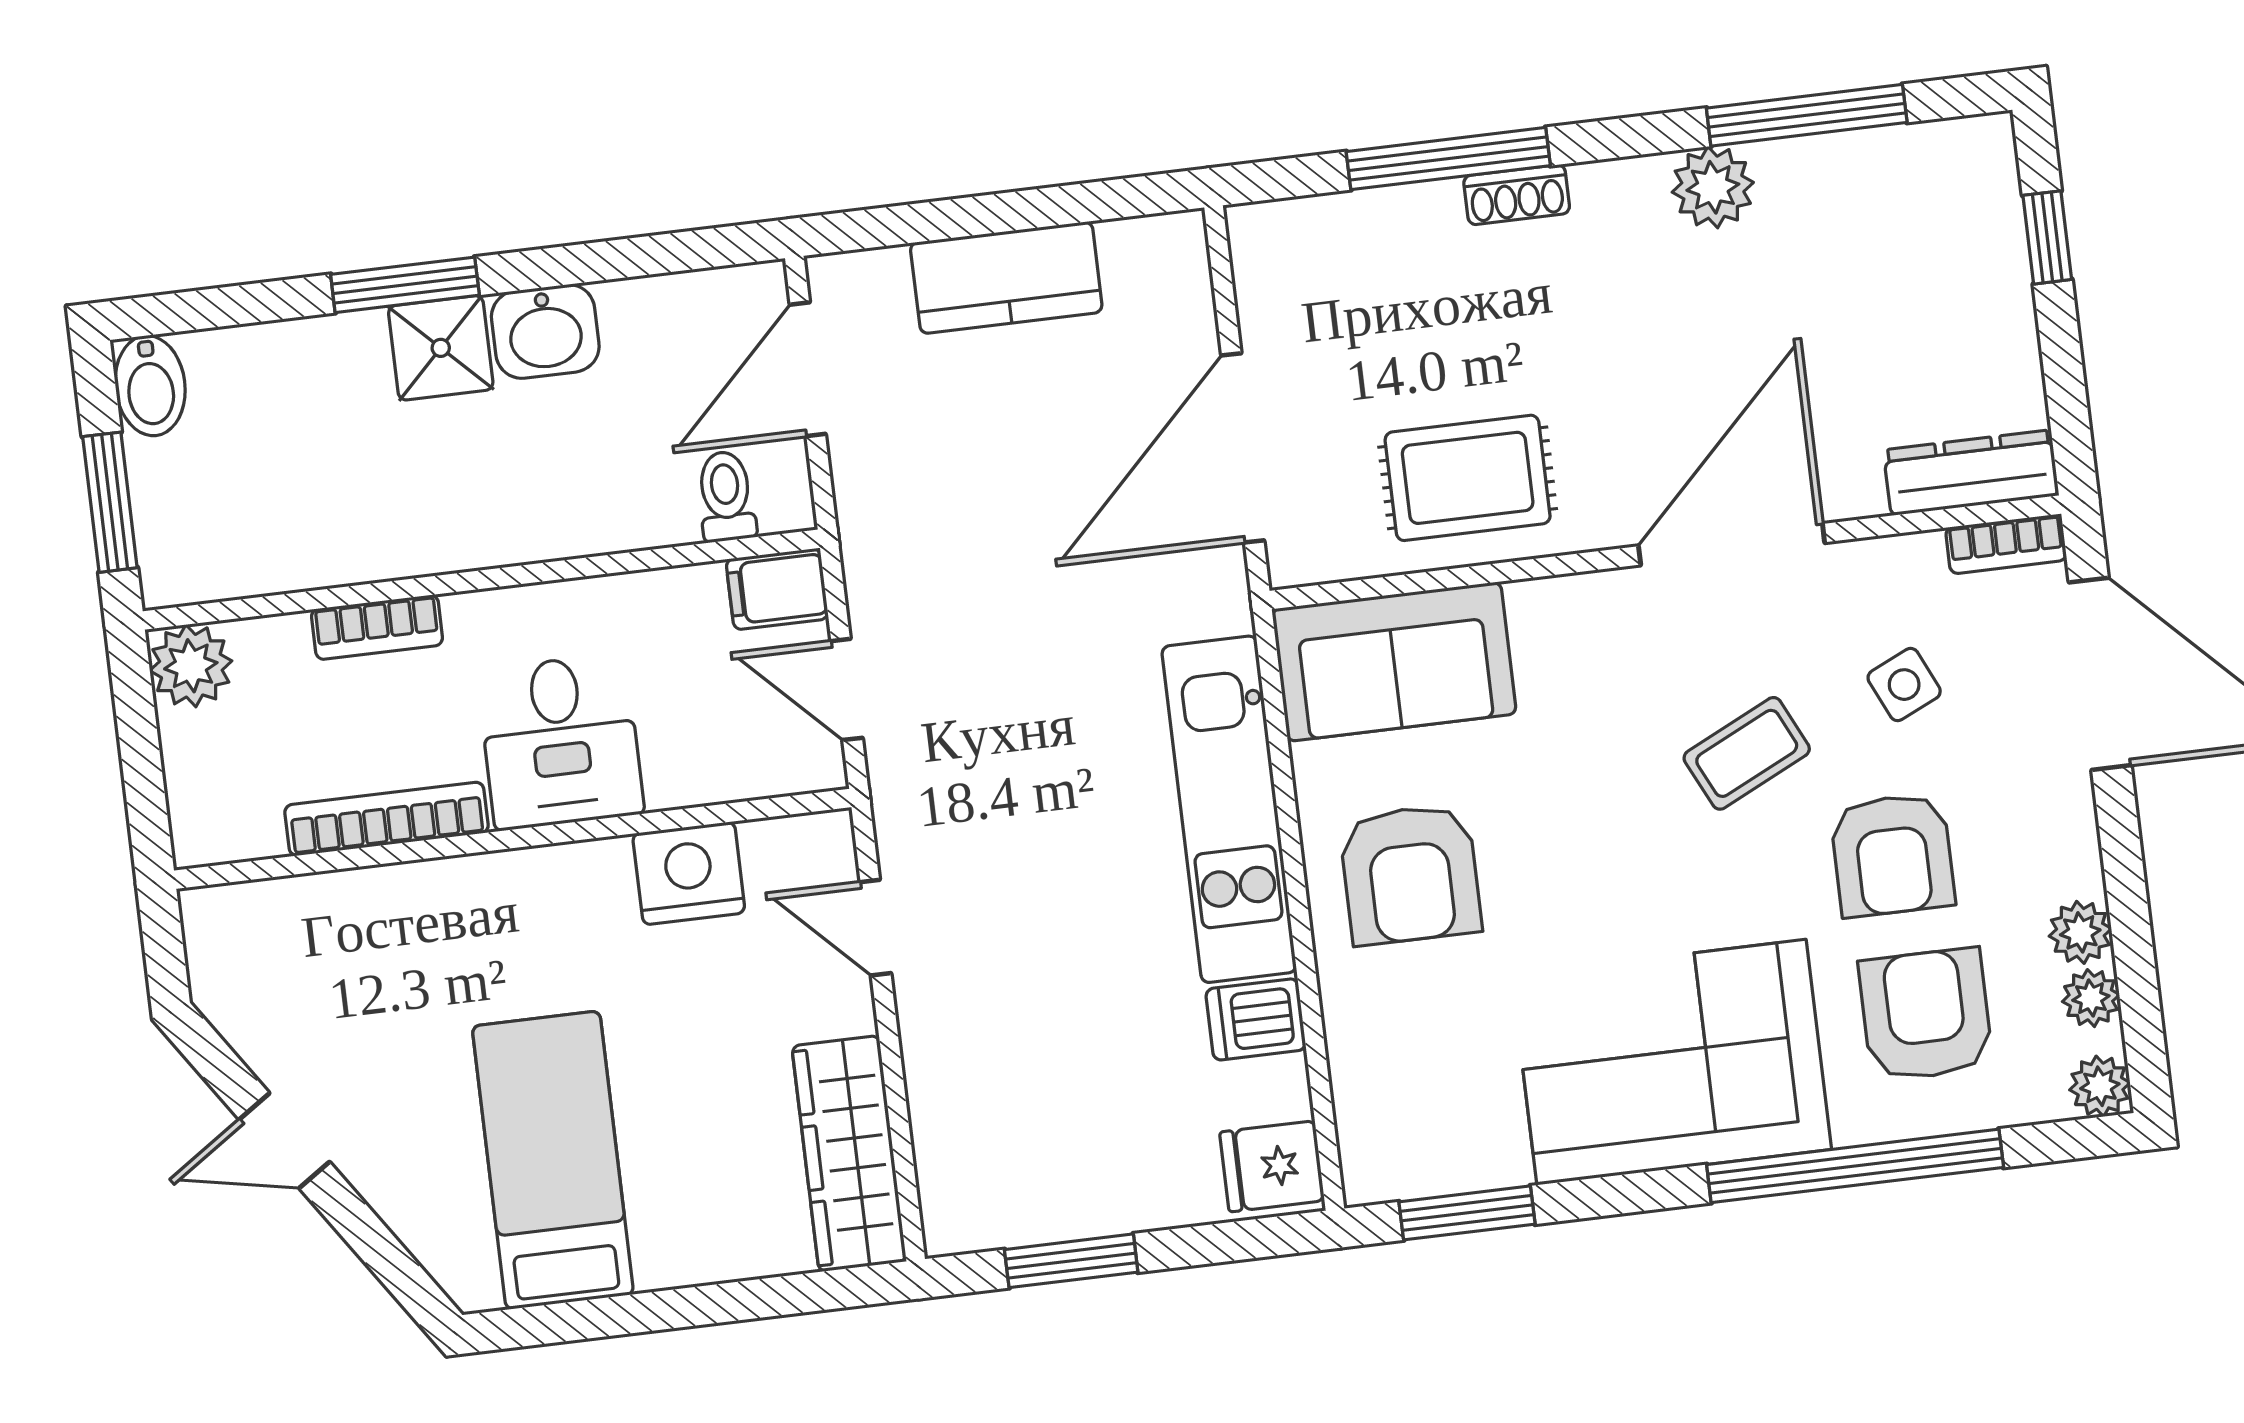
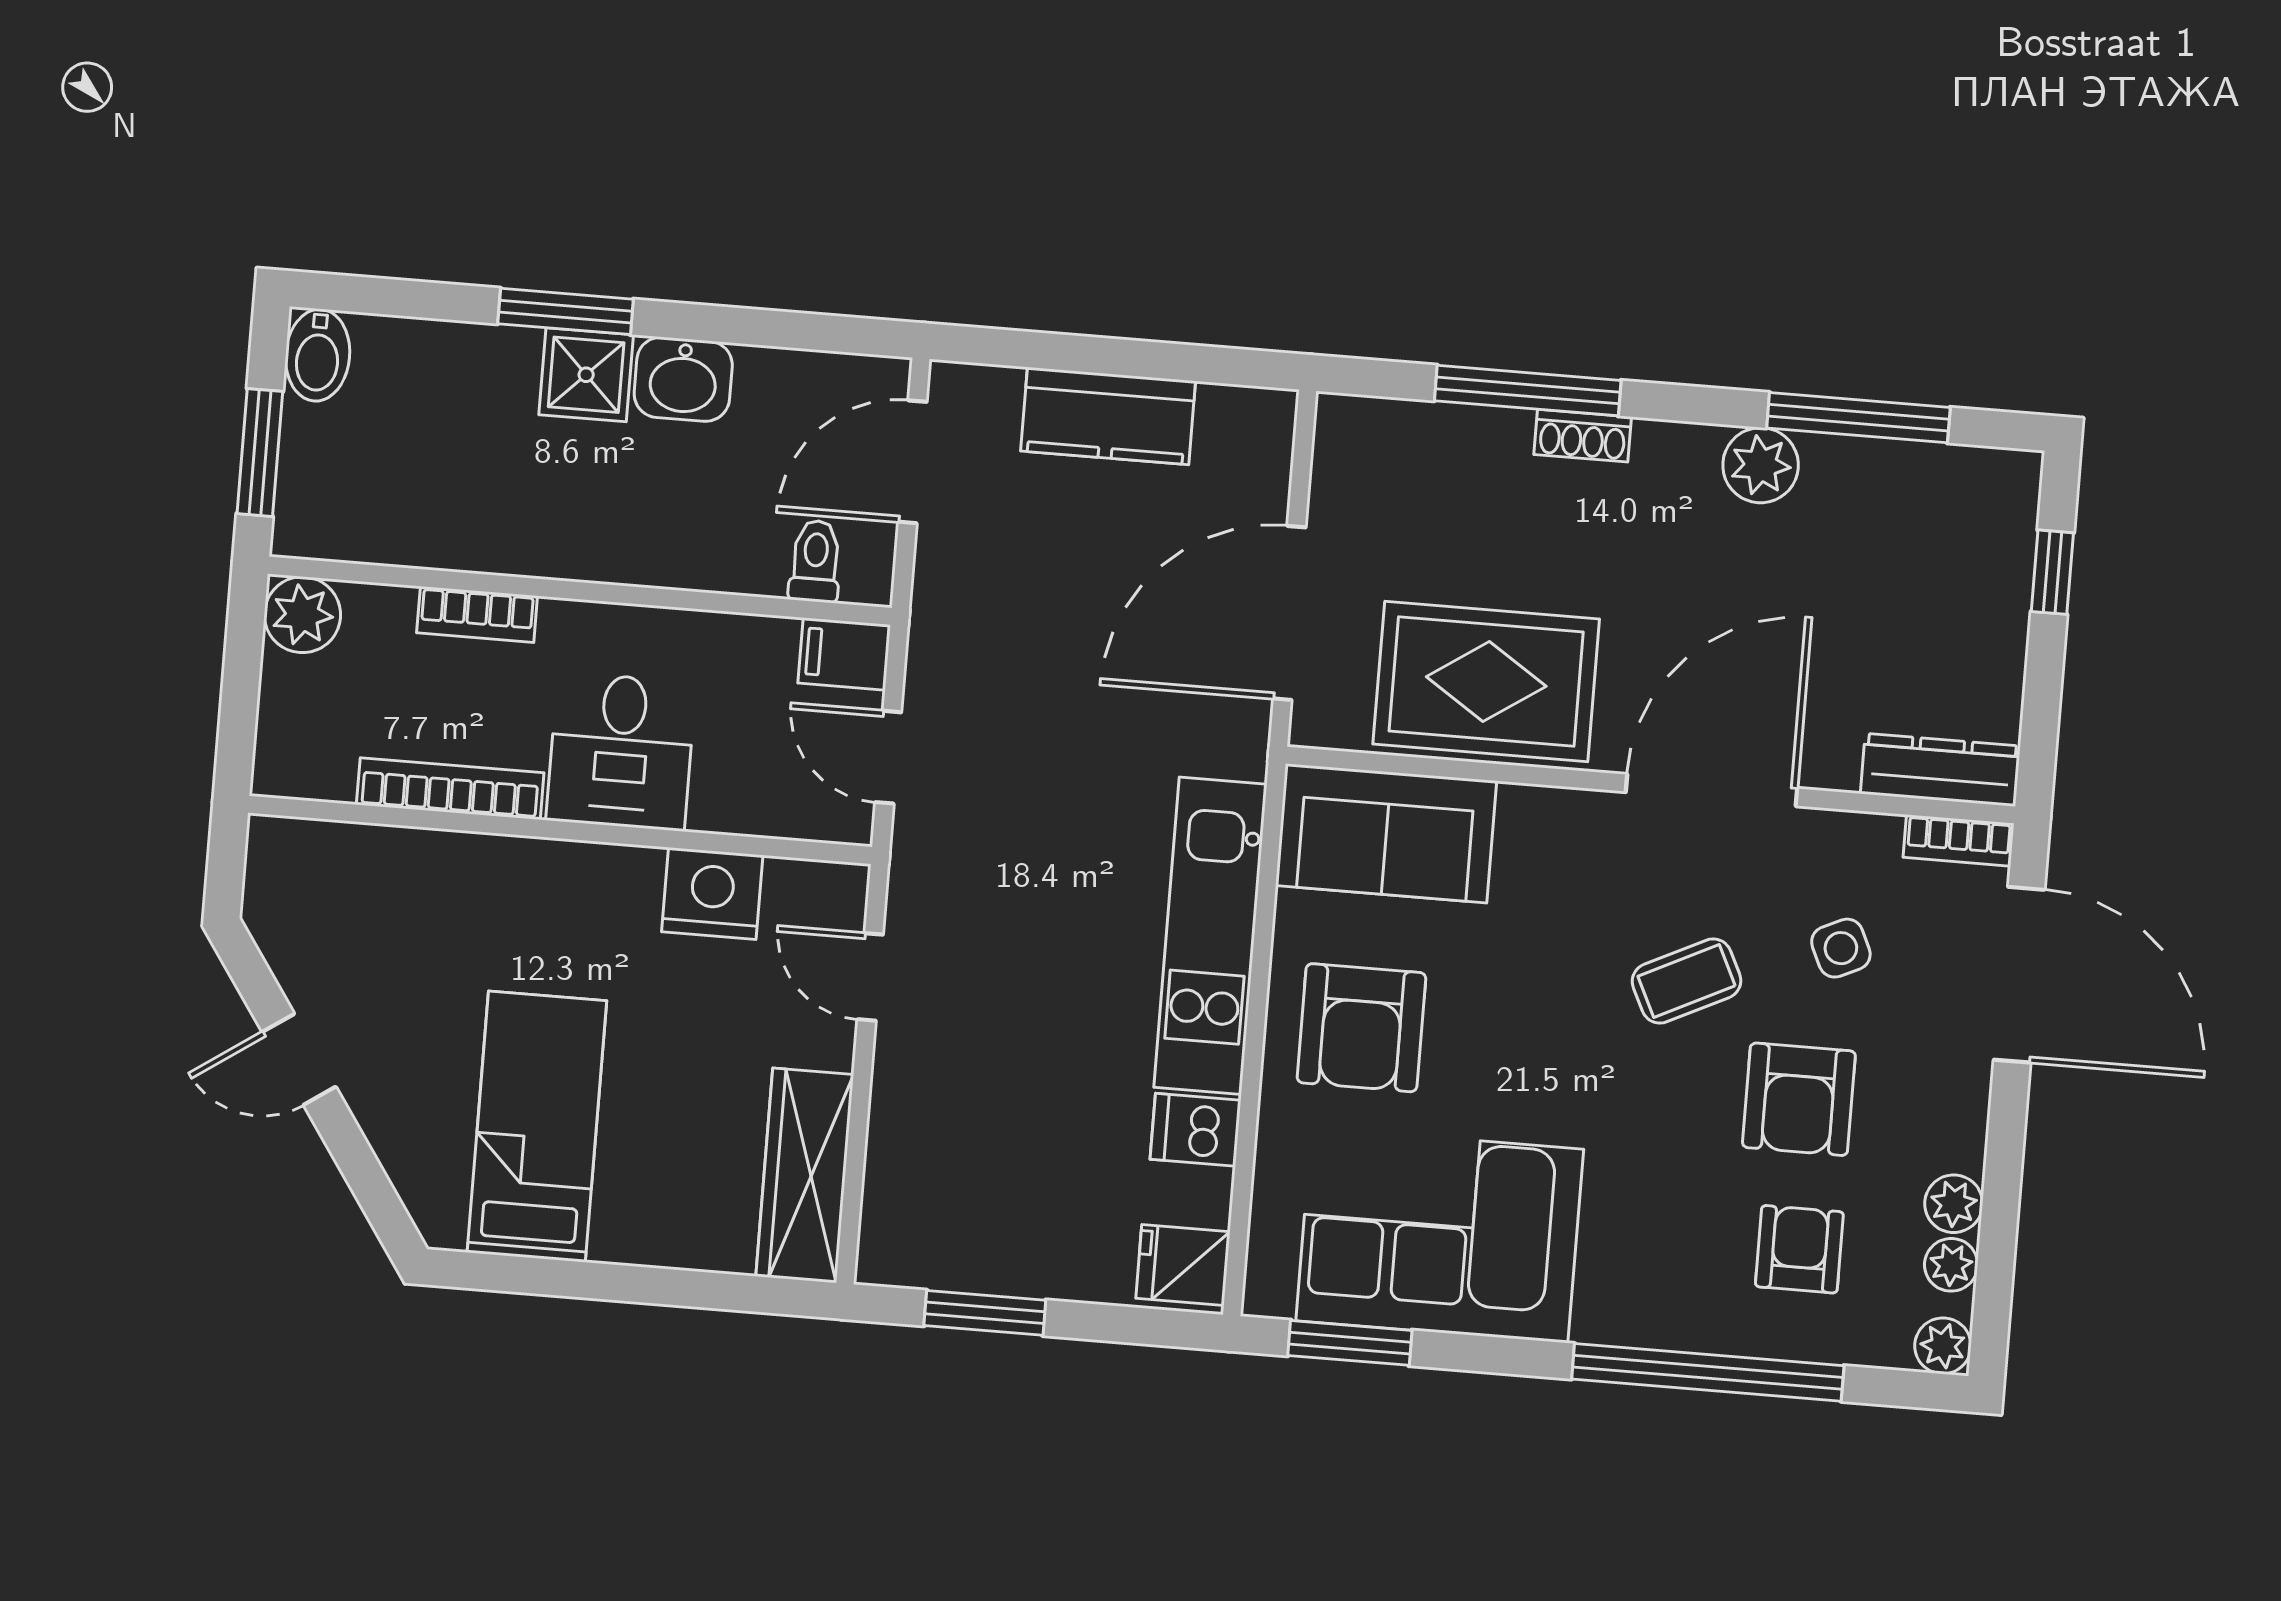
rug: (1468, 478) -> (1486, 682), width x1.36, depth x1.43
armchair: (1926, 1015) -> (1799, 1249), width x0.72, depth x0.72
corner sofa: (1671, 1062) -> (1440, 1235), moved

